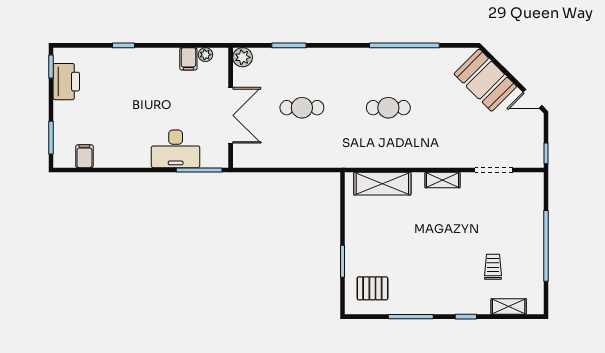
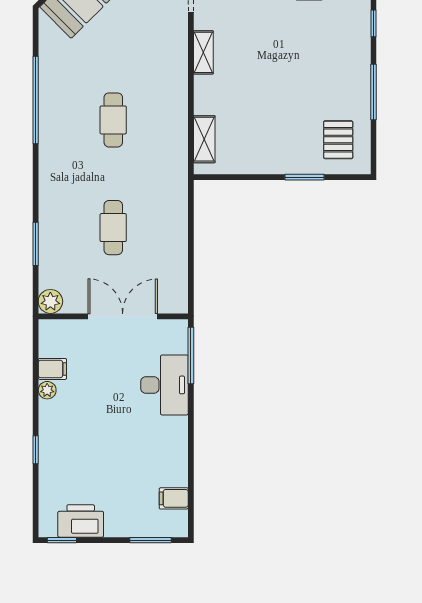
plant: (205, 55) -> (47, 390), moved
shelving: (382, 184) -> (204, 139), width x0.67, depth x0.75

